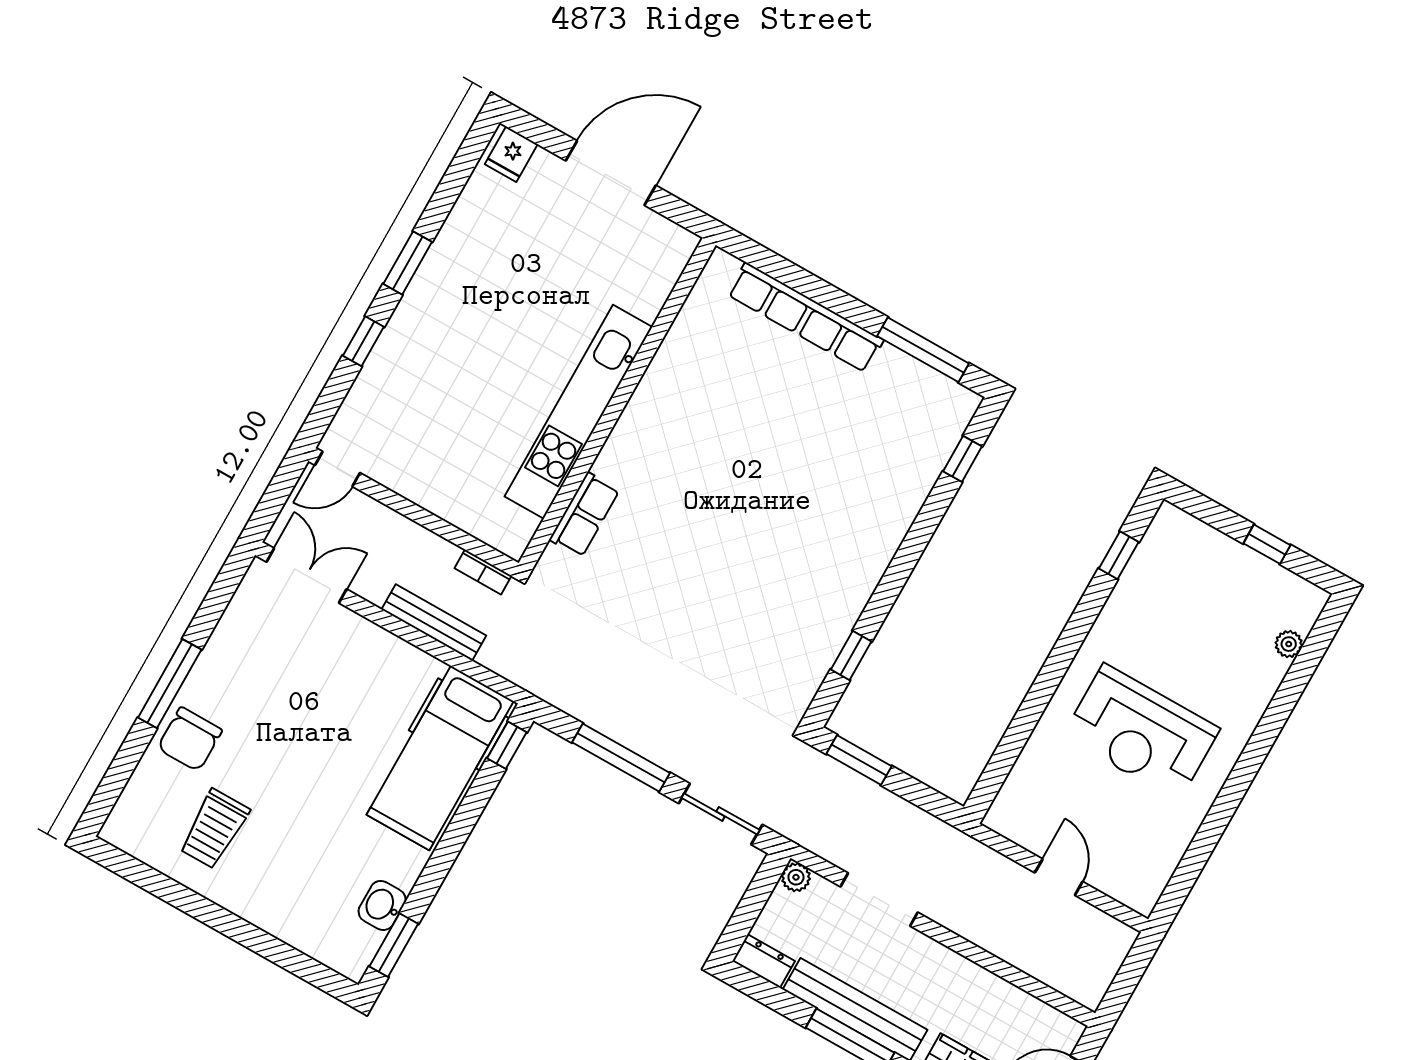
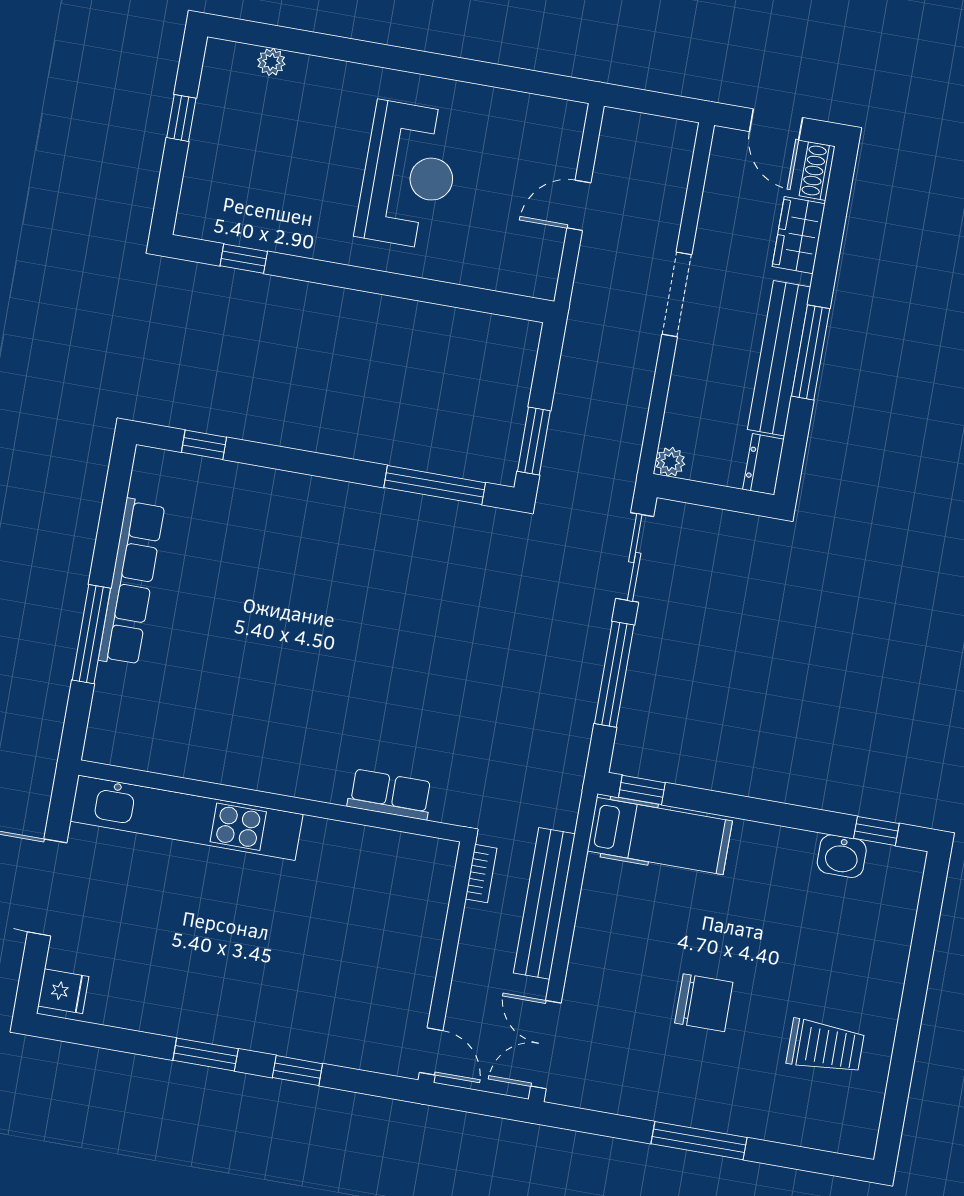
row of seats: (805, 317) -> (132, 582), moved
window: (923, 350) -> (91, 634), moved
kitchen unit: (578, 412) -> (187, 818), moved
bench: (434, 623) -> (544, 903), width x1.37, depth x1.21
window: (851, 656) -> (435, 485), width x2.17
chair: (190, 739) -> (704, 1003), moved
hospital bed: (440, 758) -> (660, 836), width x0.73, depth x0.78
doorway: (879, 900) -> (677, 294), moved
window: (394, 945) -> (876, 831), width x0.67

